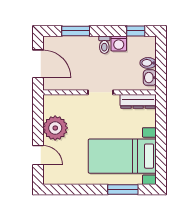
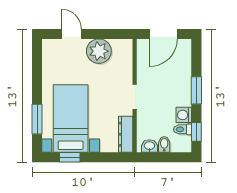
window: (76, 31) -> (196, 90), moved
toilet: (104, 45) -> (183, 129), moved
door: (38, 155) -> (72, 34), swing flipped
window: (161, 157) -> (70, 157), added

